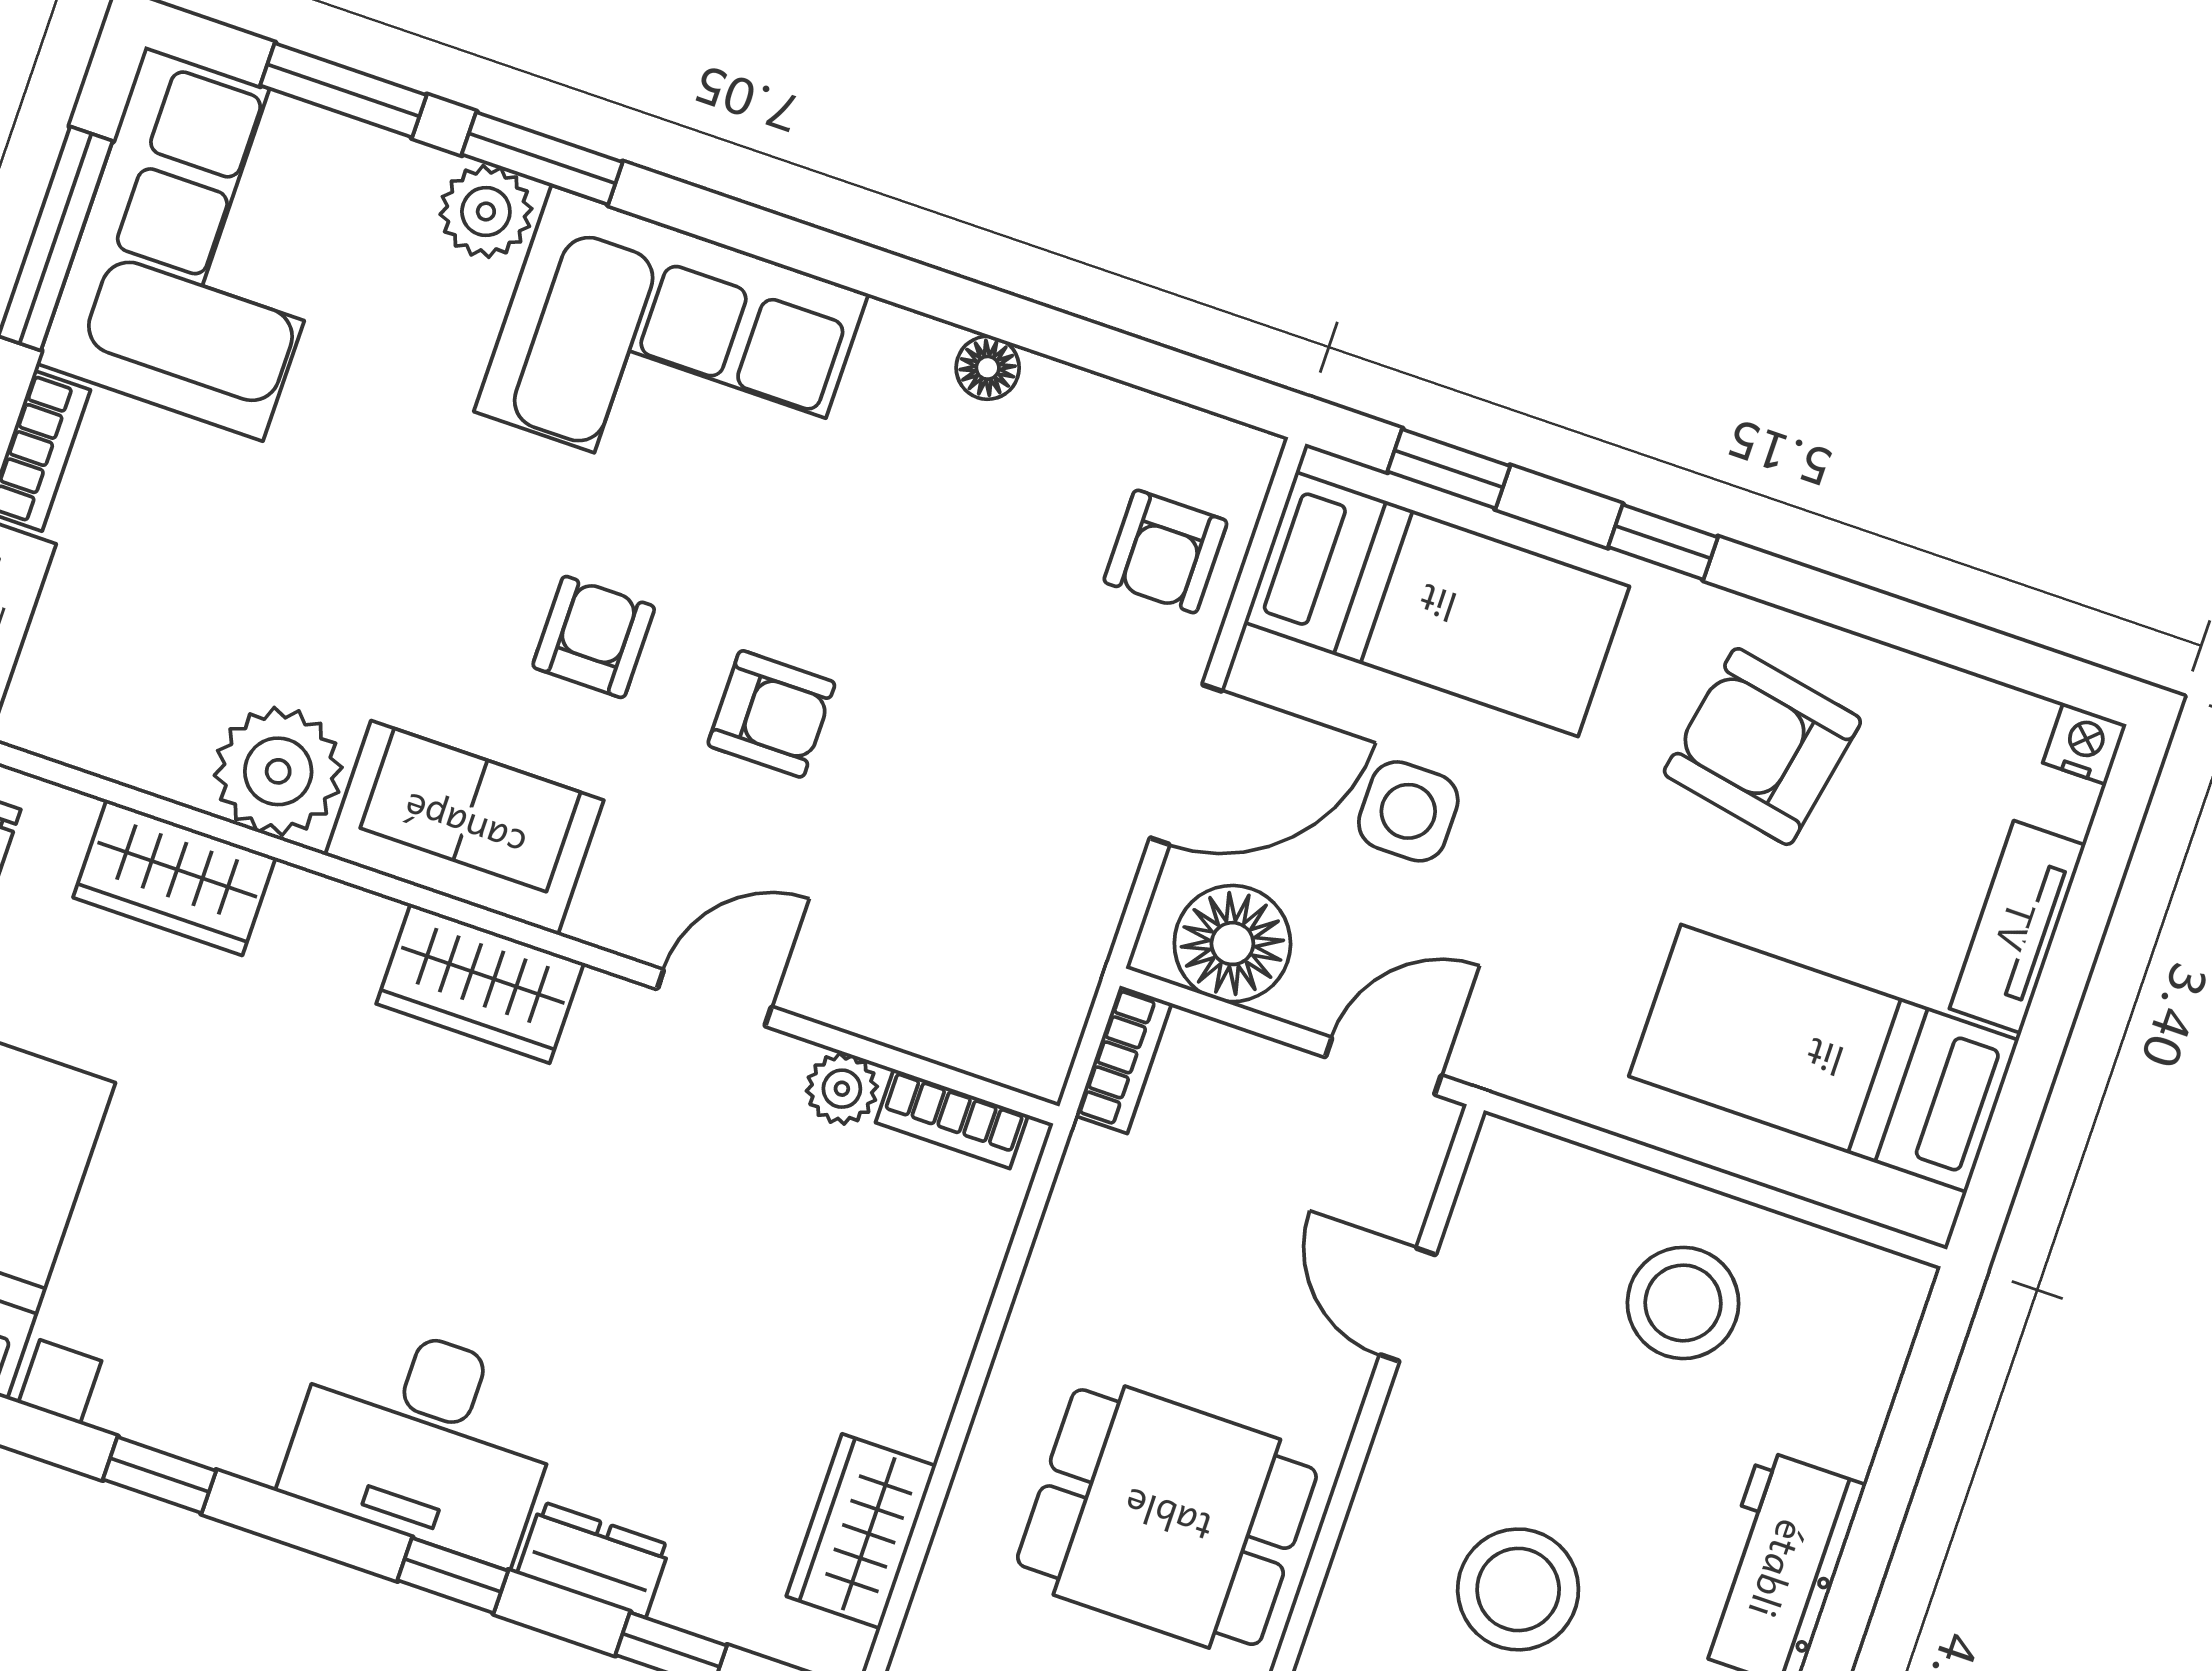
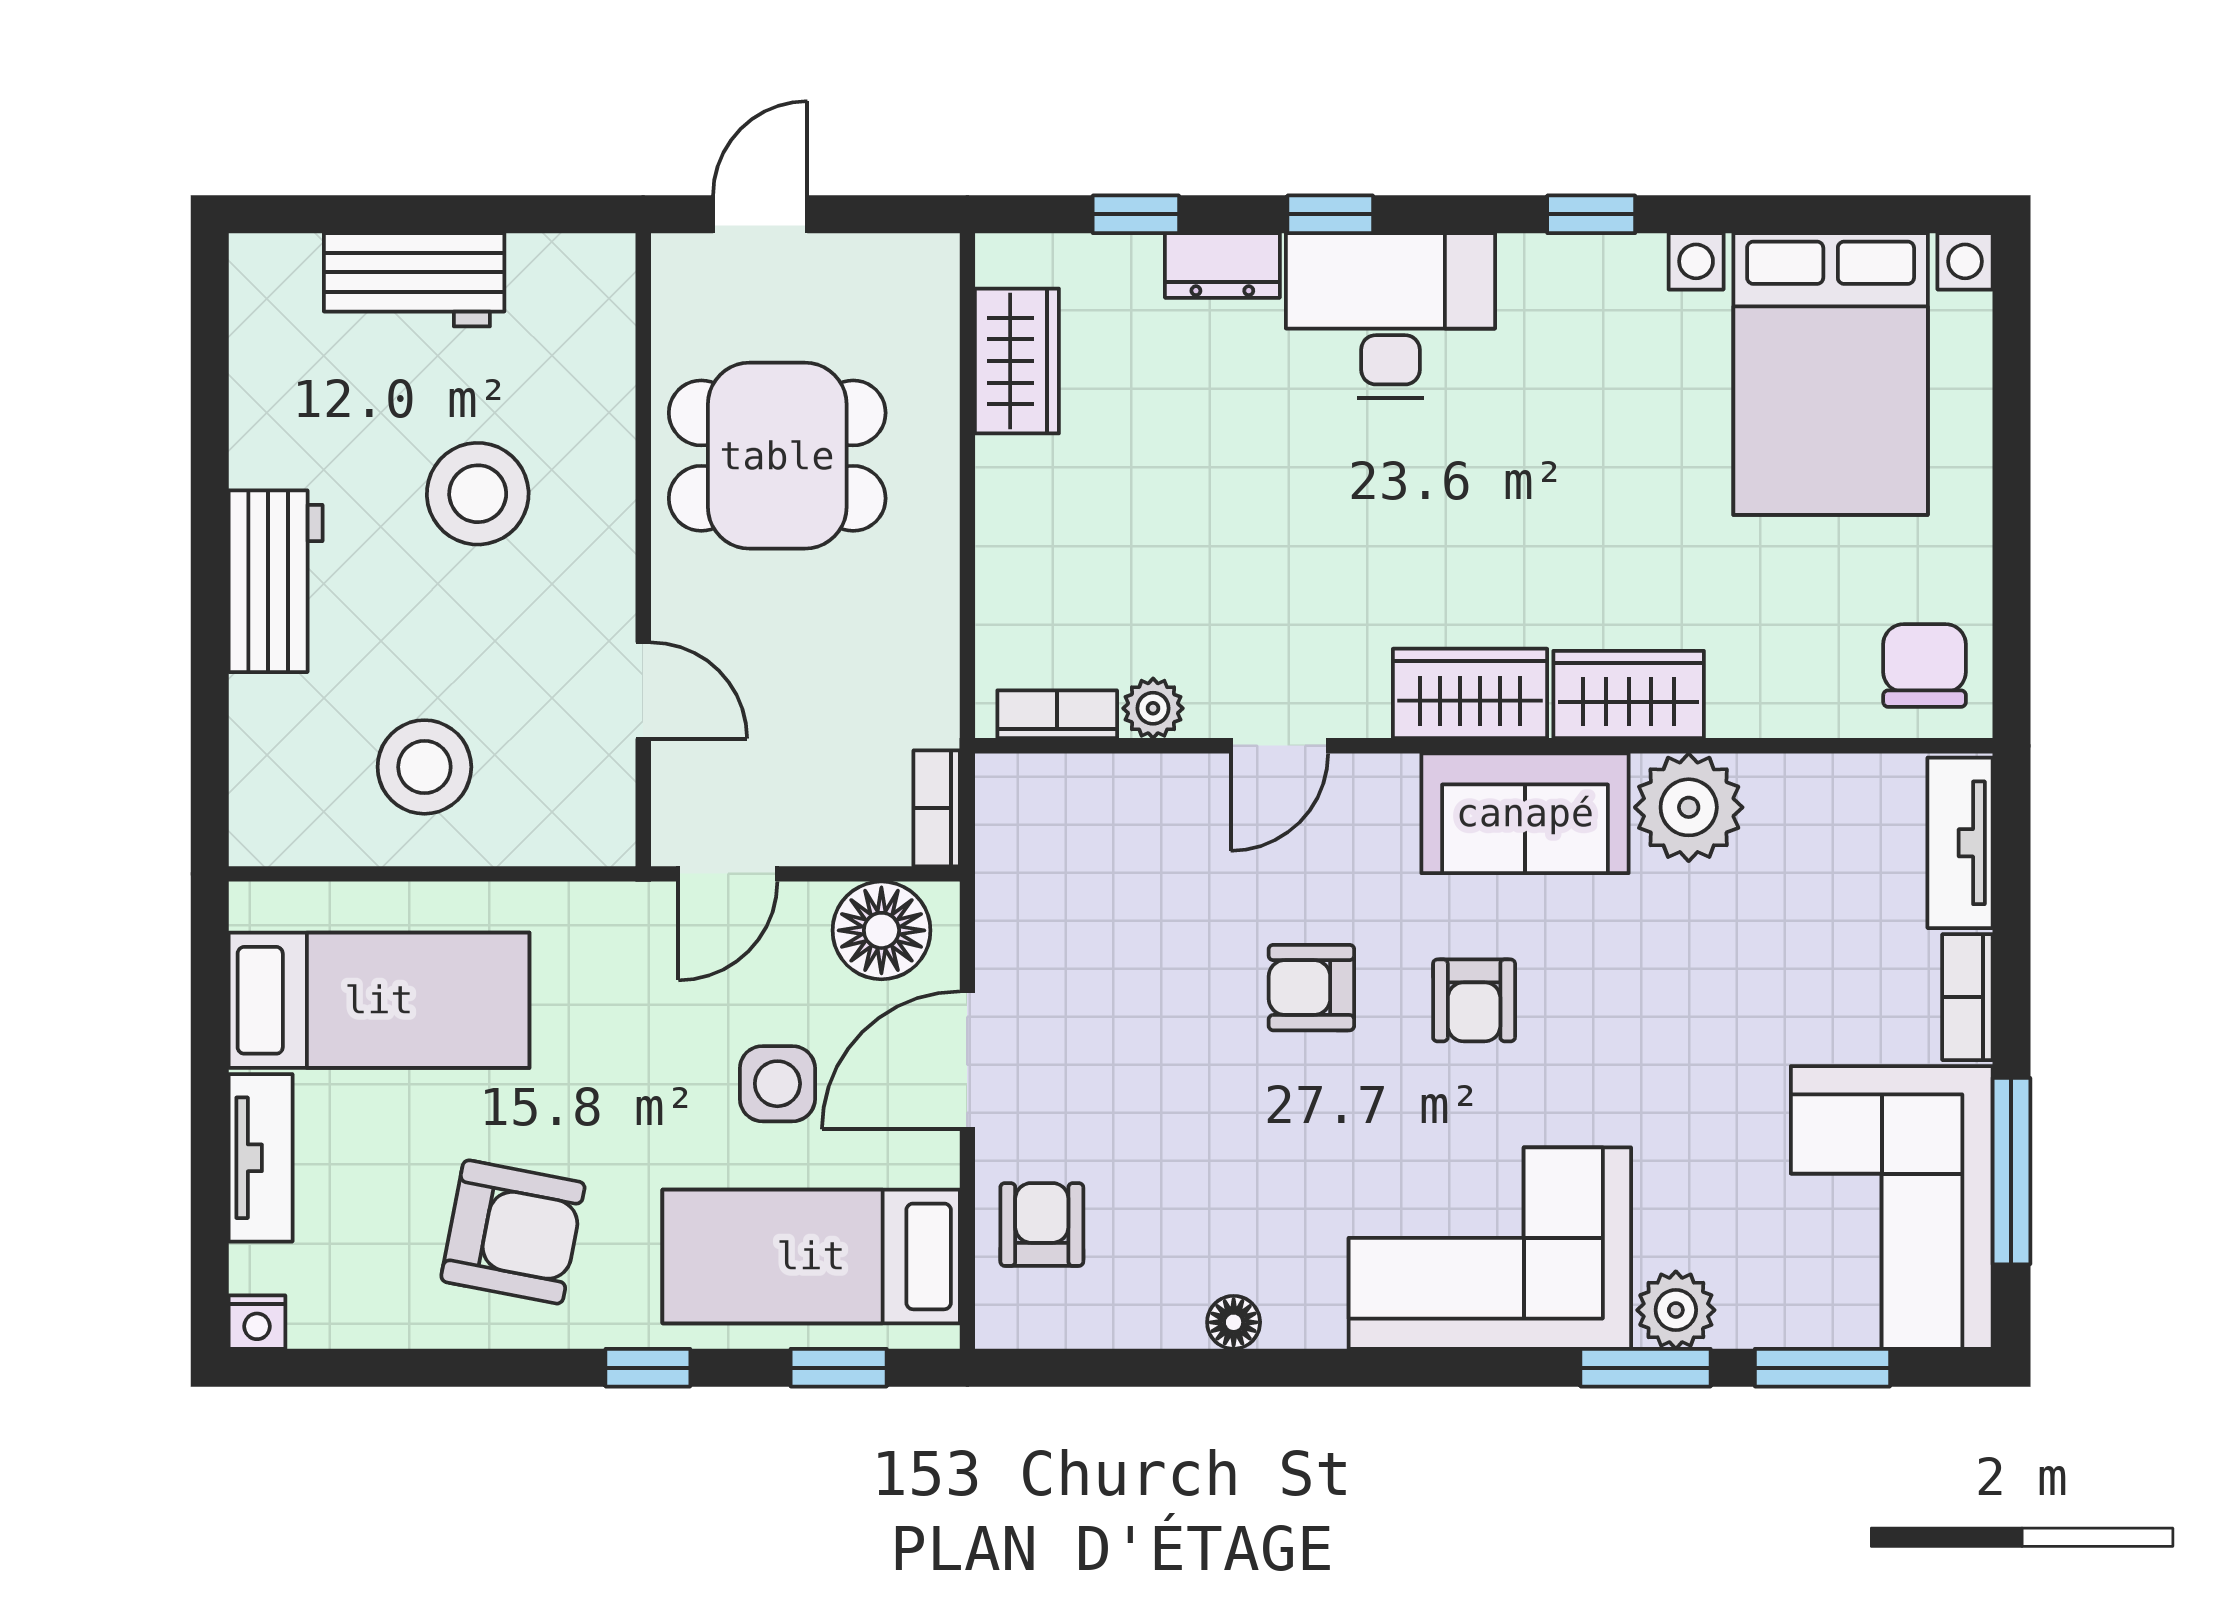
wardrobe: (174, 877) -> (1629, 695), moved

